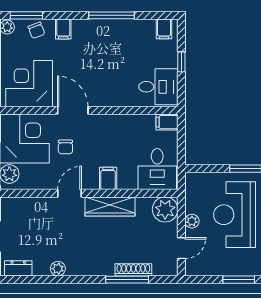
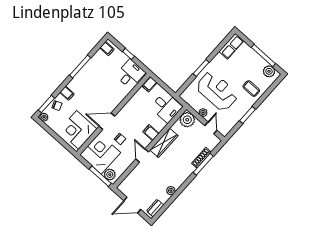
reception desk: (235, 215) -> (217, 91), turned 180

